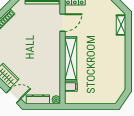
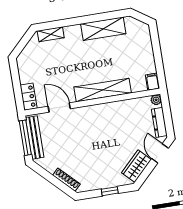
shelving: (119, 67) -> (103, 29), added
filing cabinet: (71, 87) -> (152, 82), moved

